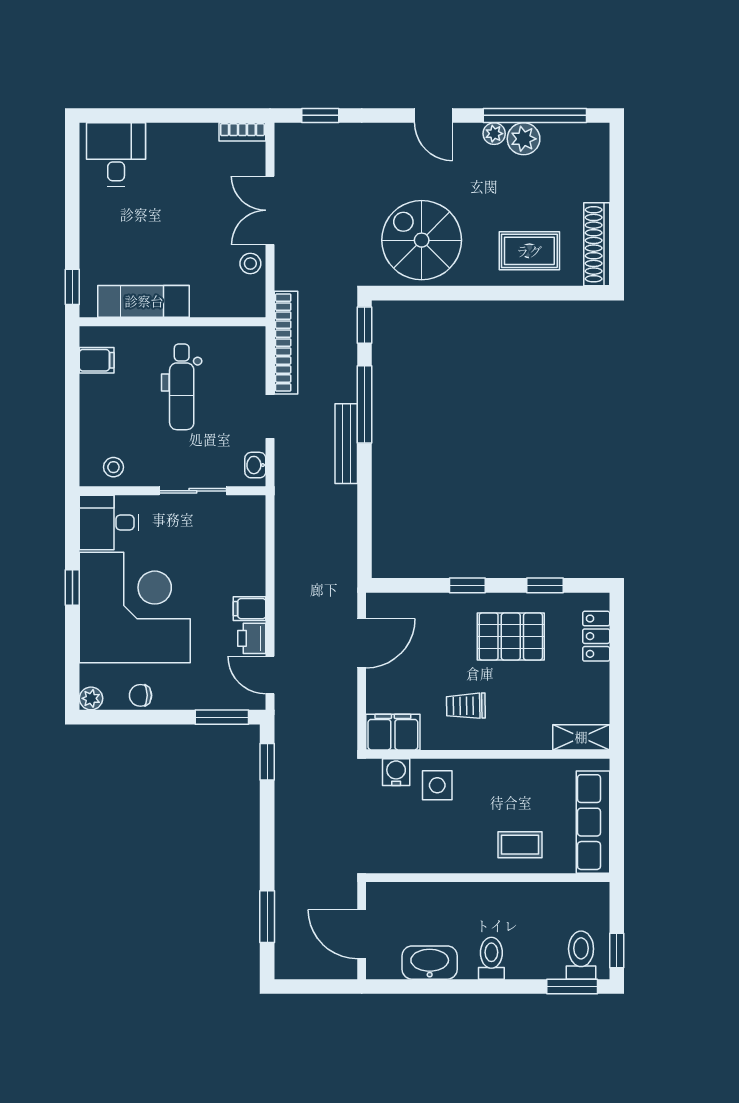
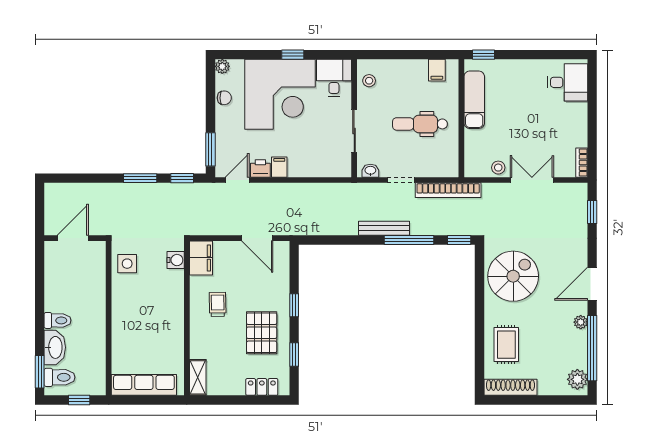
door: (433, 115) -> (592, 284), width x1.38
plant: (524, 139) -> (577, 379), moved
chair: (140, 695) -> (224, 98), turned 90
side table: (437, 785) -> (127, 264), moved
coffee table: (520, 845) -> (130, 339), removed
window: (267, 917) -> (140, 178), moved
window: (617, 950) -> (79, 400), moved
washbasin: (430, 963) -> (55, 347), moved

